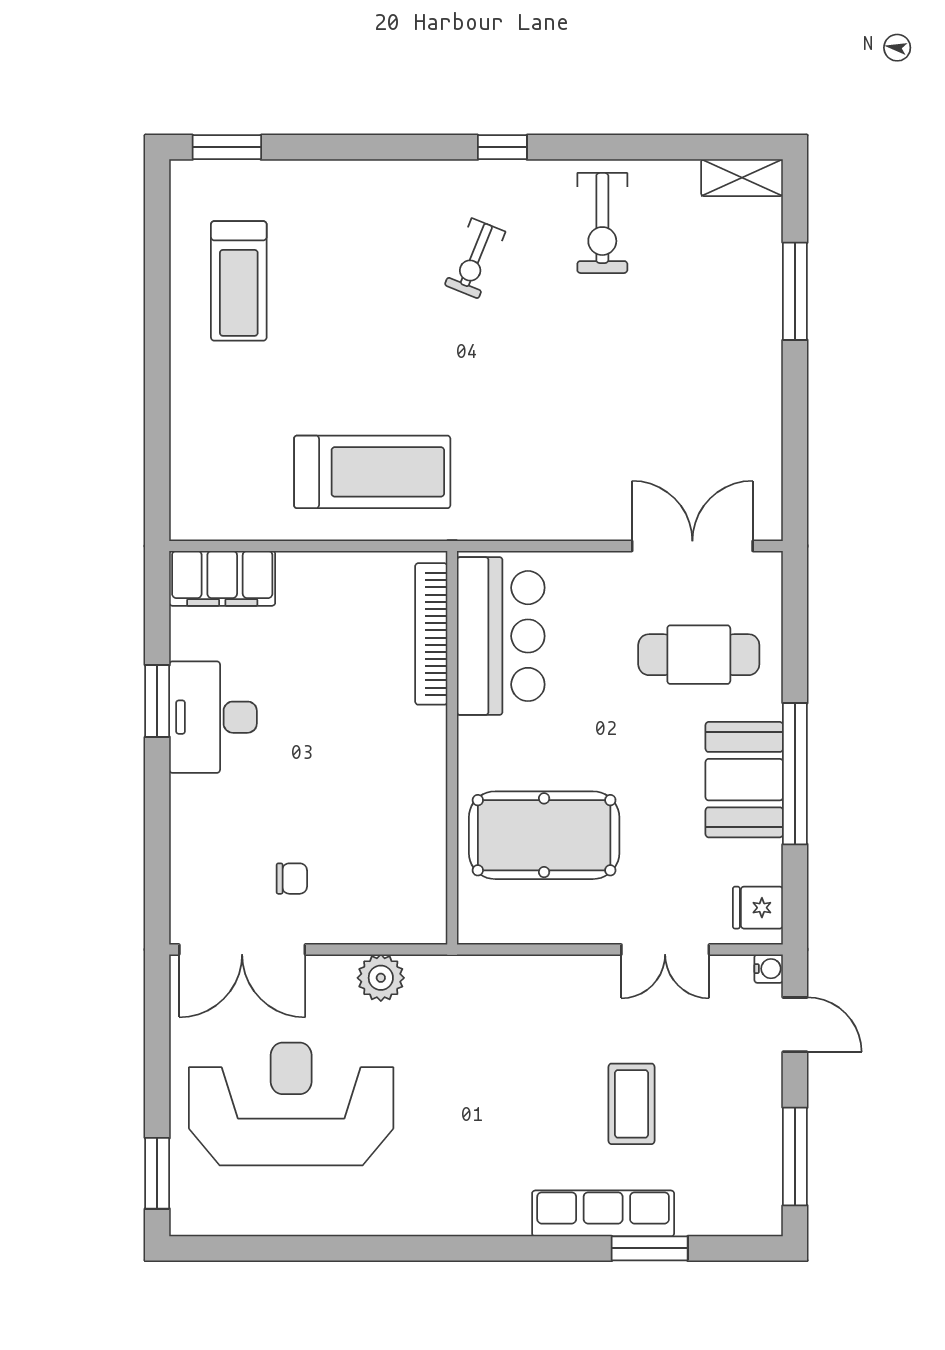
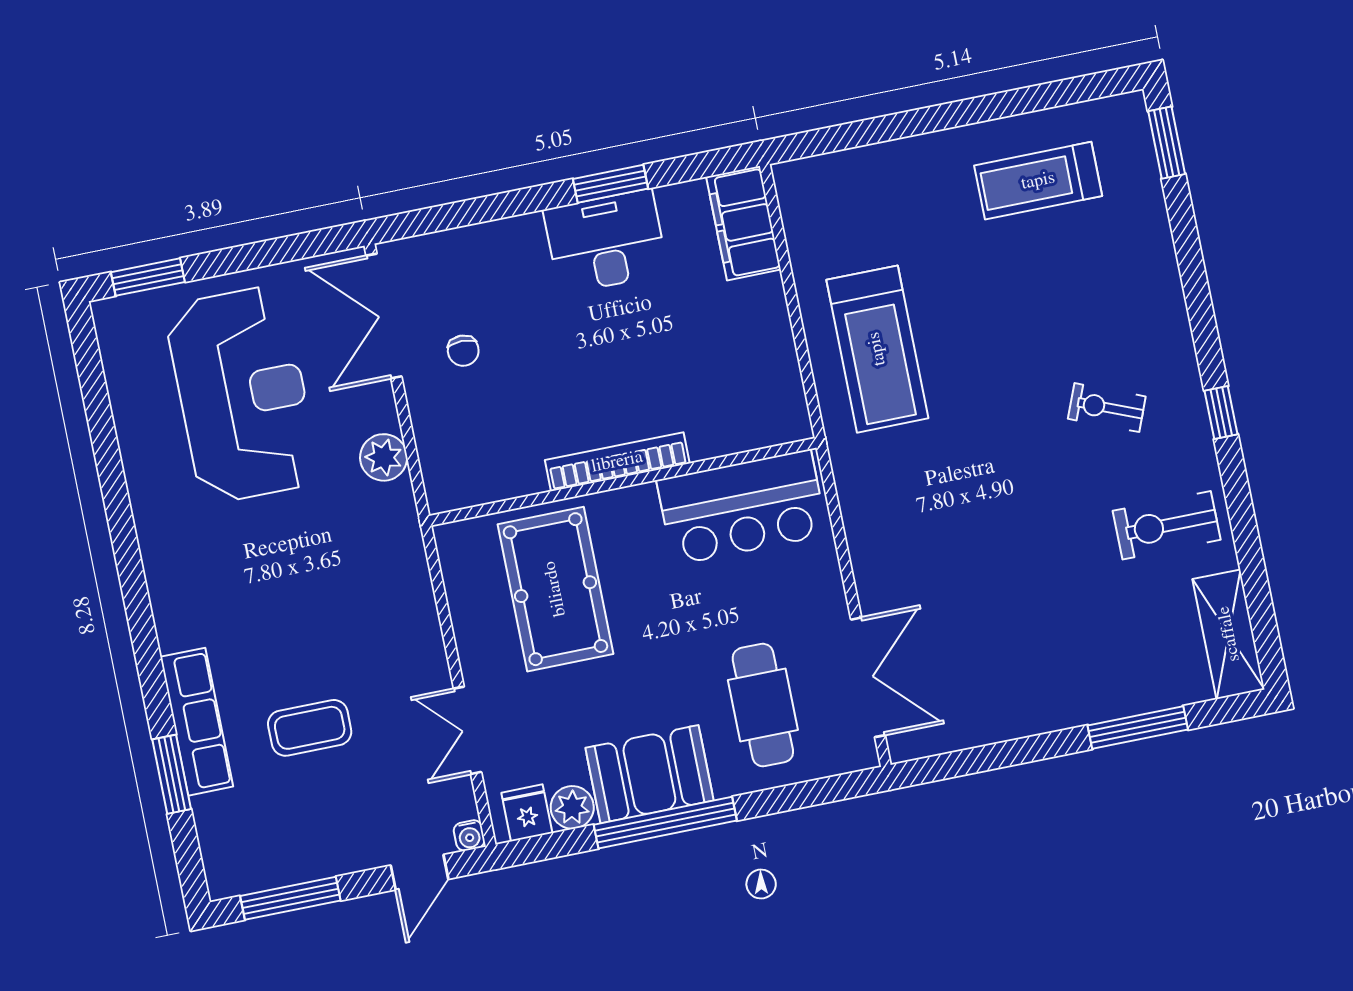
shelving: (742, 178) -> (1229, 634), width x1.50, depth x1.33
bookcase: (431, 634) -> (617, 462), moved
plant: (761, 862) -> (572, 807), added

